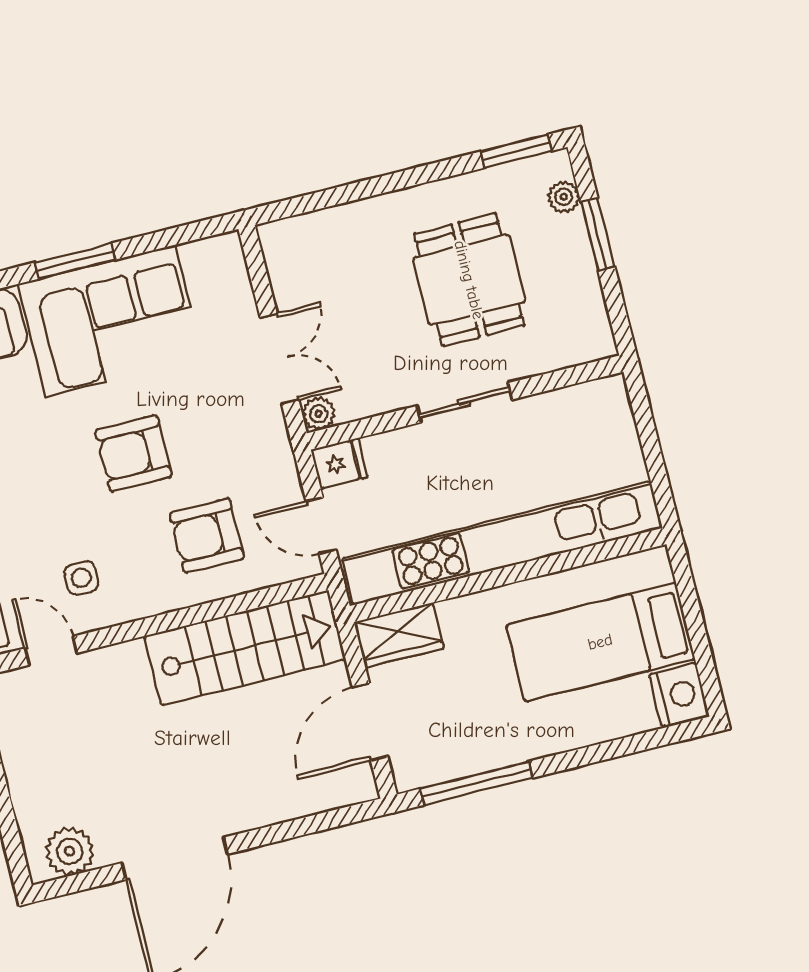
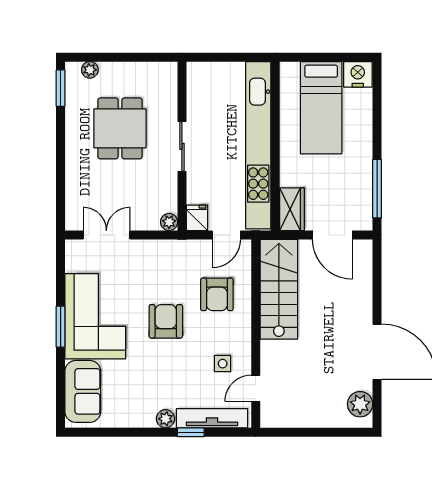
window: (598, 234) -> (113, 57), removed
dining table: (469, 280) -> (120, 128), turned 90
double door: (279, 359) -> (106, 235), moved
armchair: (133, 453) -> (166, 321), turned 180

